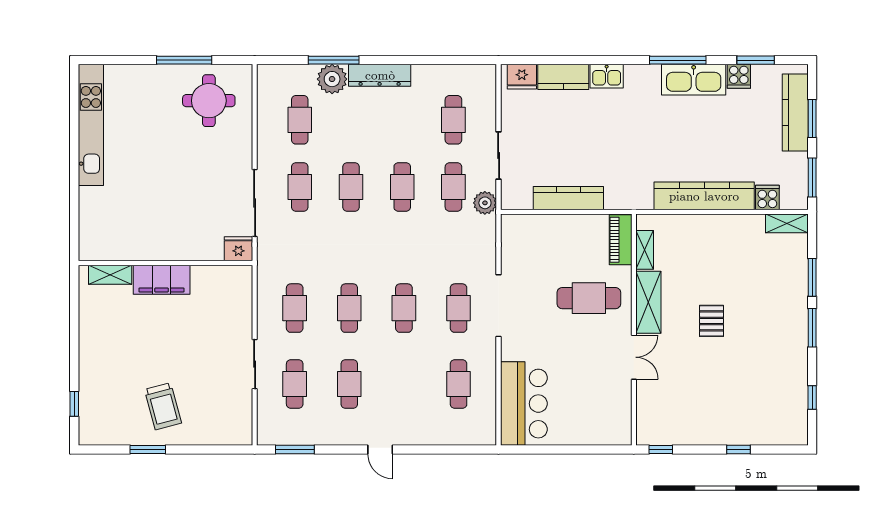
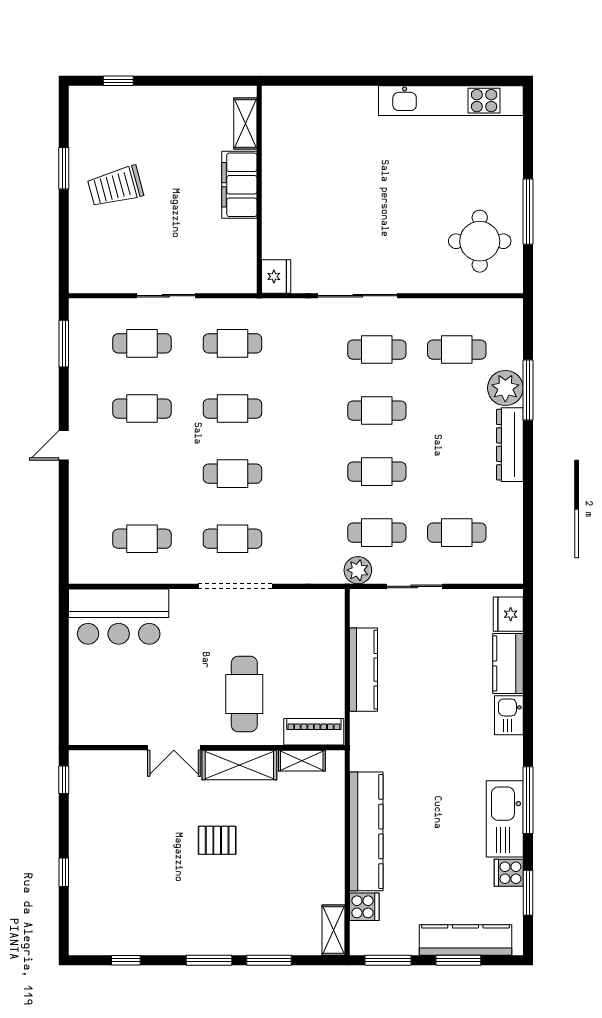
fridge: (238, 249) -> (276, 276), moved
wall: (165, 263) -> (259, 189), moved
shelving: (110, 275) -> (245, 124), moved
filing cabinet: (162, 280) -> (239, 185), moved

